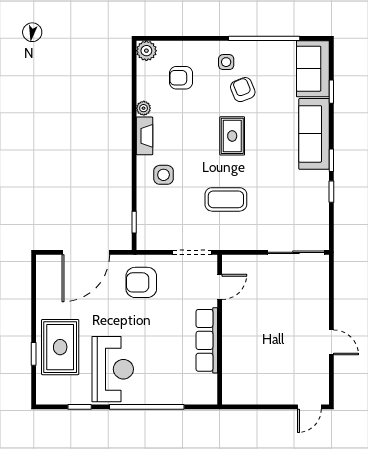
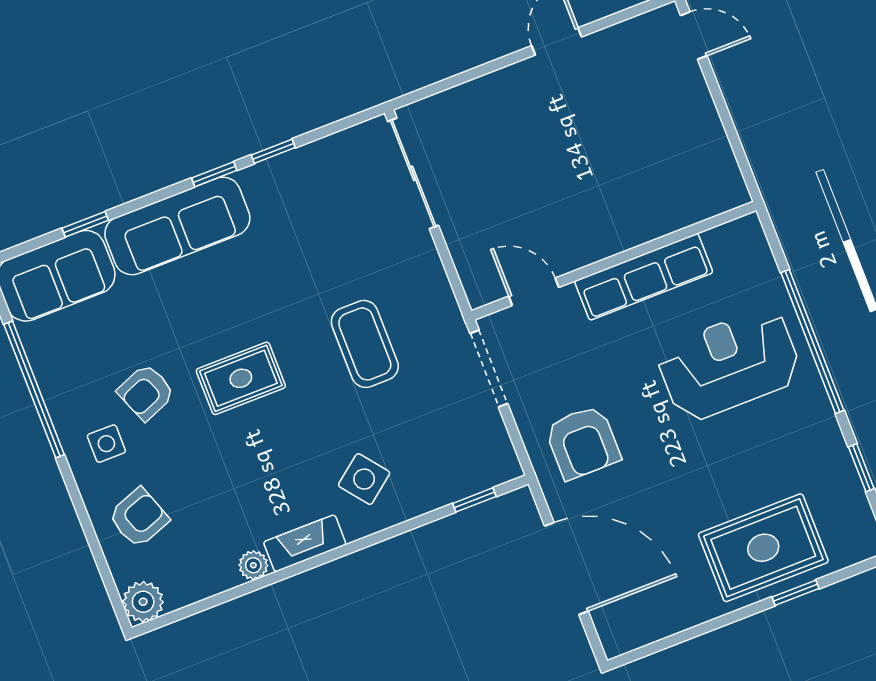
armchair: (181, 78) -> (139, 518), moved, turned -110
side table: (164, 175) -> (364, 479), turned -38
reception desk: (113, 369) -> (729, 364), moved

